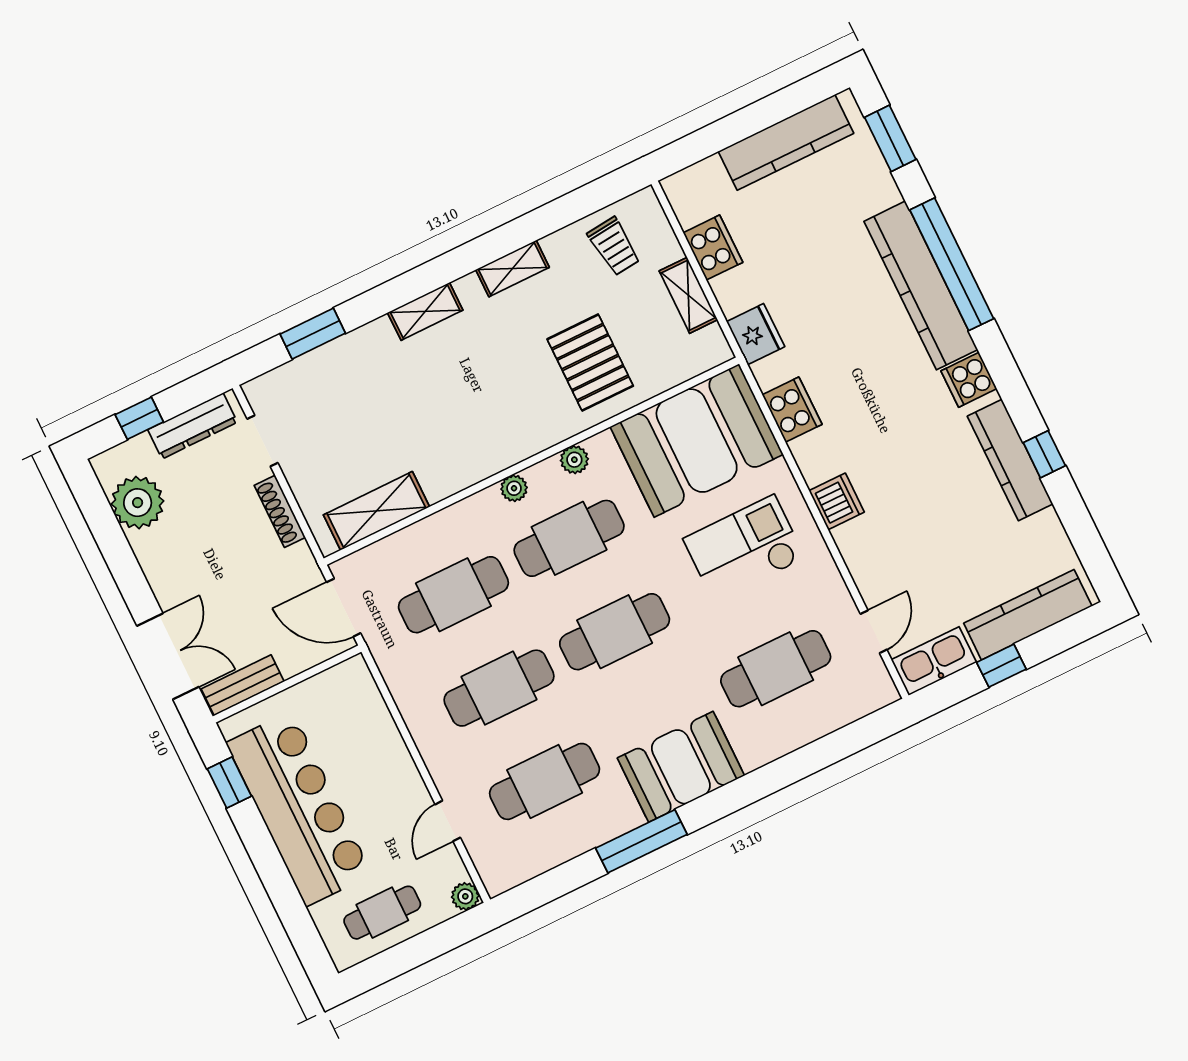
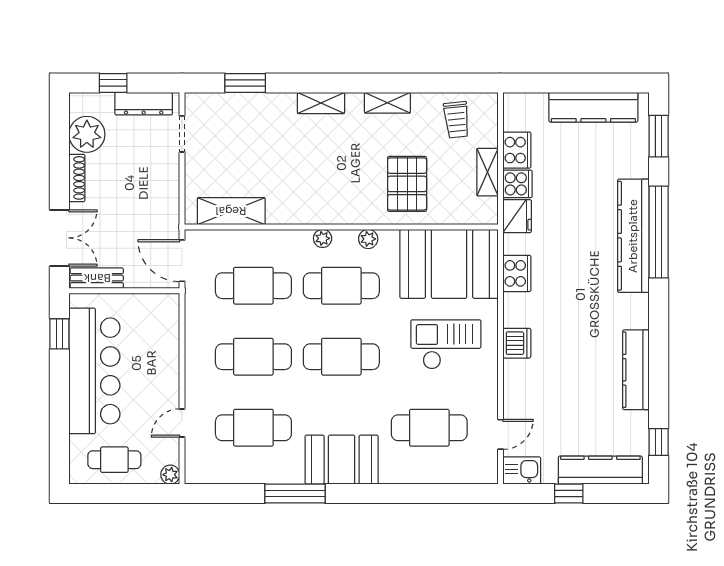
cooker: (969, 380) -> (518, 184), moved, turned 180
window: (1044, 454) -> (659, 442), moved
shoe rack: (280, 511) -> (77, 178), moved, turned 180
kitchen sink: (934, 661) -> (522, 470), width x0.73

